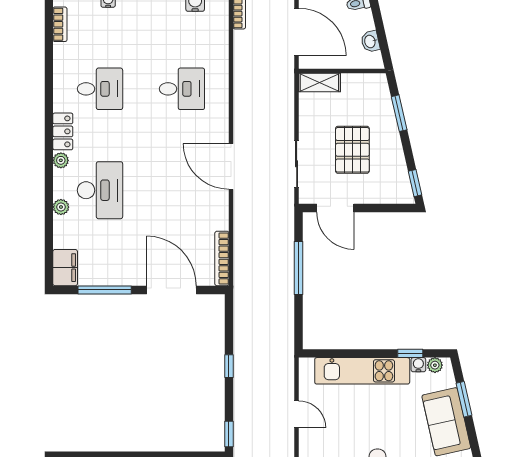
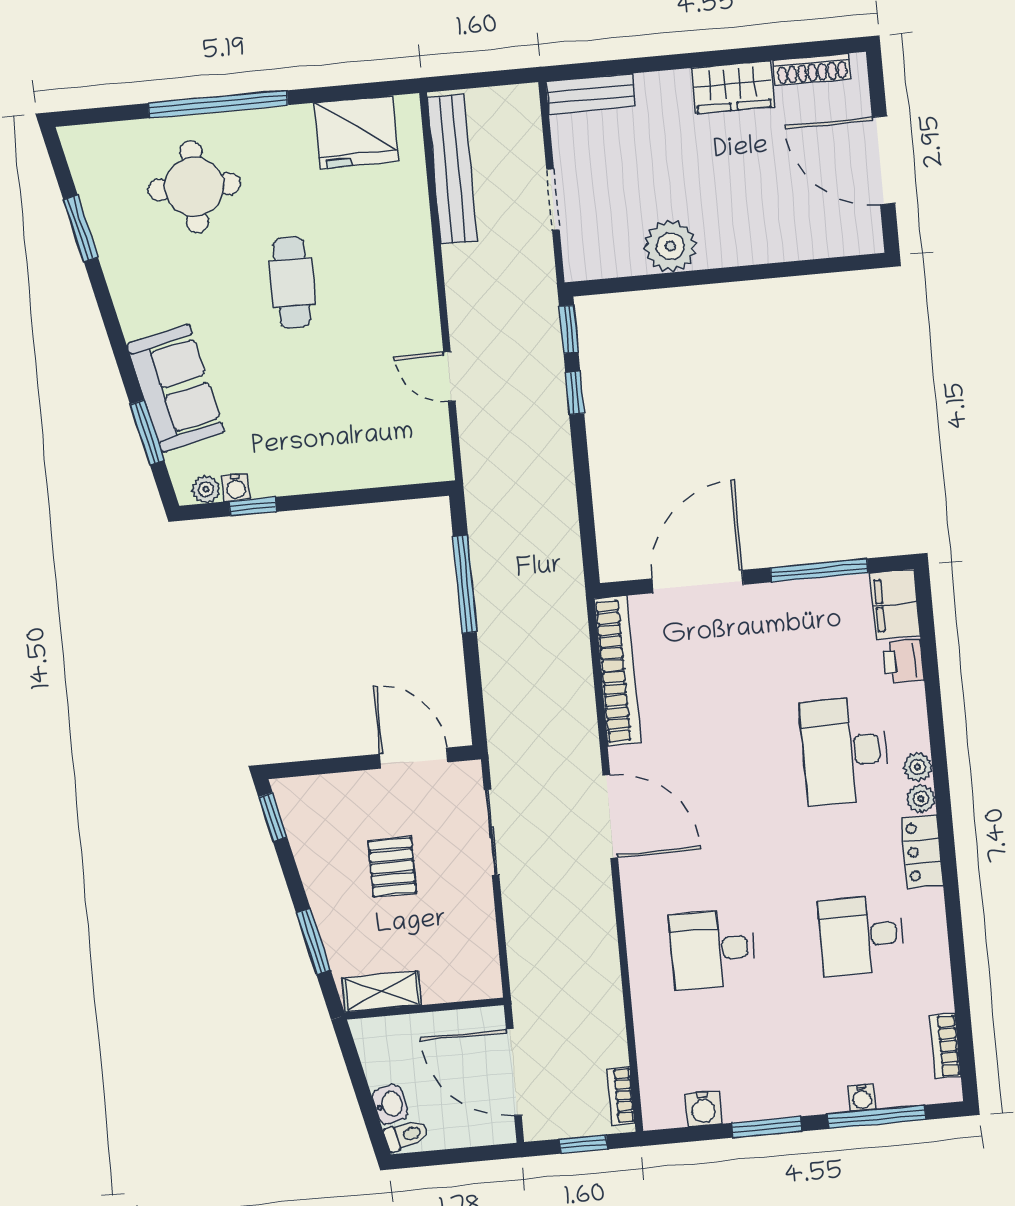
washbasin: (370, 41) -> (390, 1105), moved
shelving: (319, 82) -> (382, 992), moved
pallet: (352, 150) -> (392, 867), width x0.67, depth x0.71
plant: (61, 207) -> (918, 767), moved
printer: (63, 236) -> (903, 661), added
bookcase: (222, 258) -> (617, 671), width x1.48, depth x1.31
window: (299, 268) -> (465, 584), moved
door: (171, 290) -> (698, 582), swing flipped
window: (229, 366) -> (575, 393), moved
kitchen unit: (362, 371) -> (337, 467), removed

